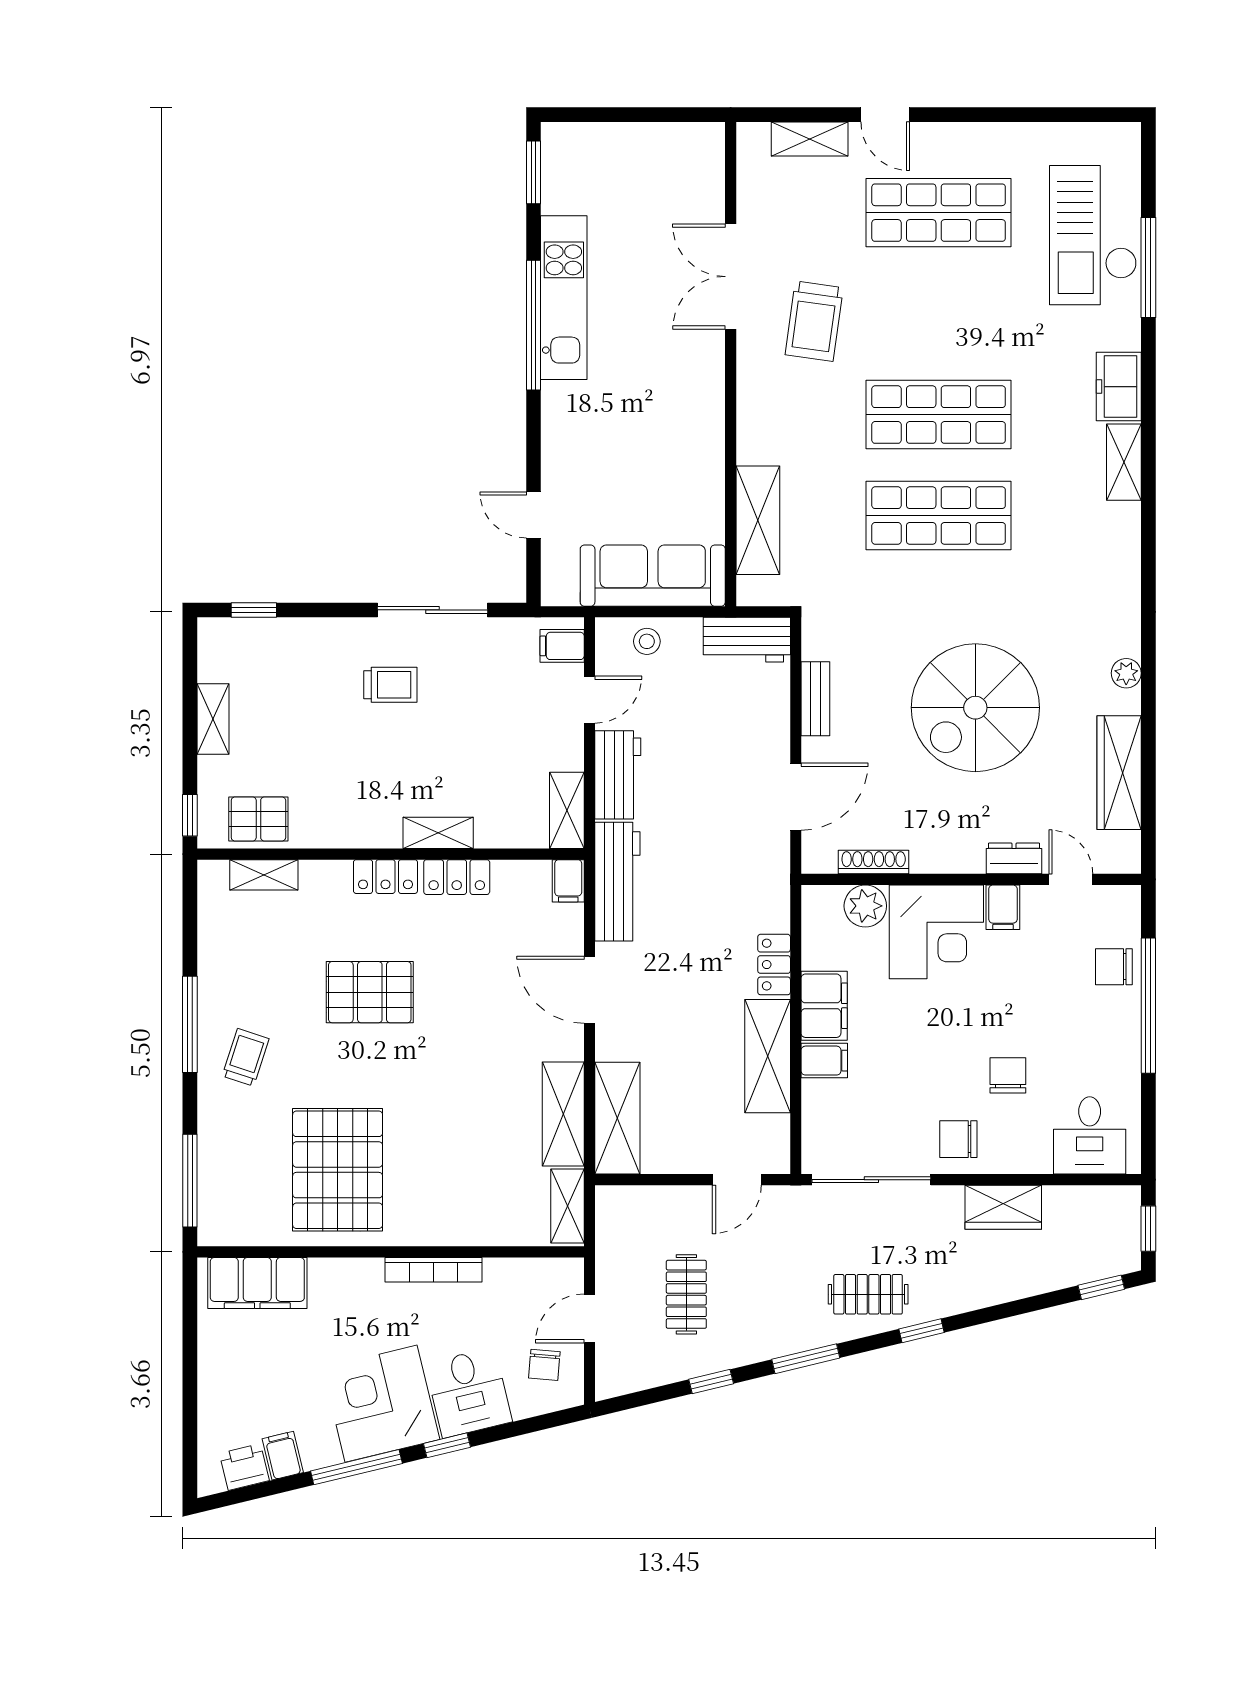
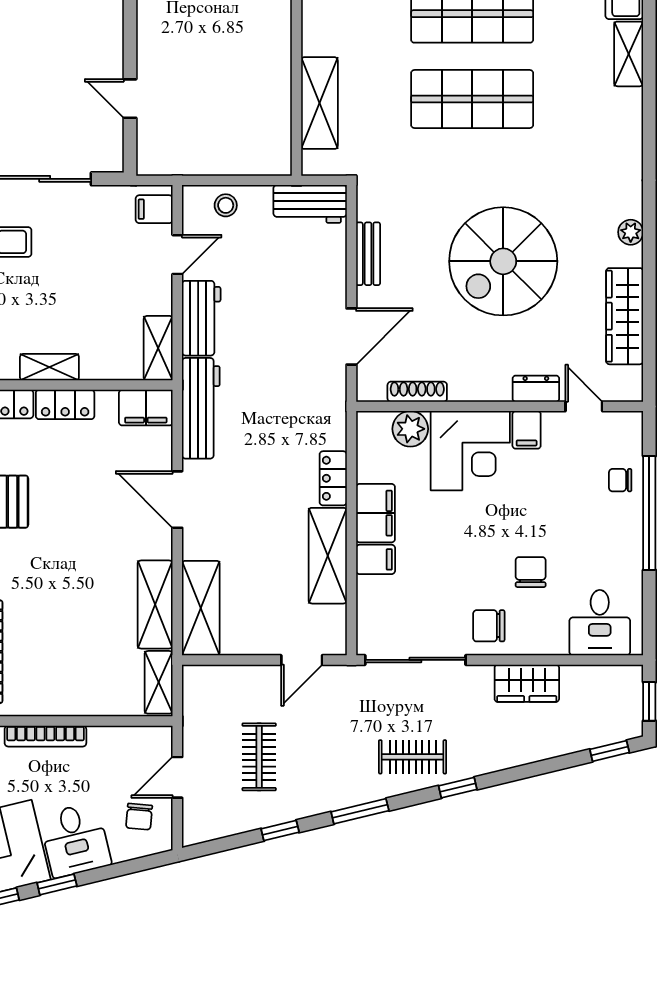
sofa: (653, 576) -> (231, 150), removed
filing cabinet: (568, 881) -> (146, 408), width x2.00
chair: (1114, 967) -> (620, 480), width x0.73, depth x0.73

